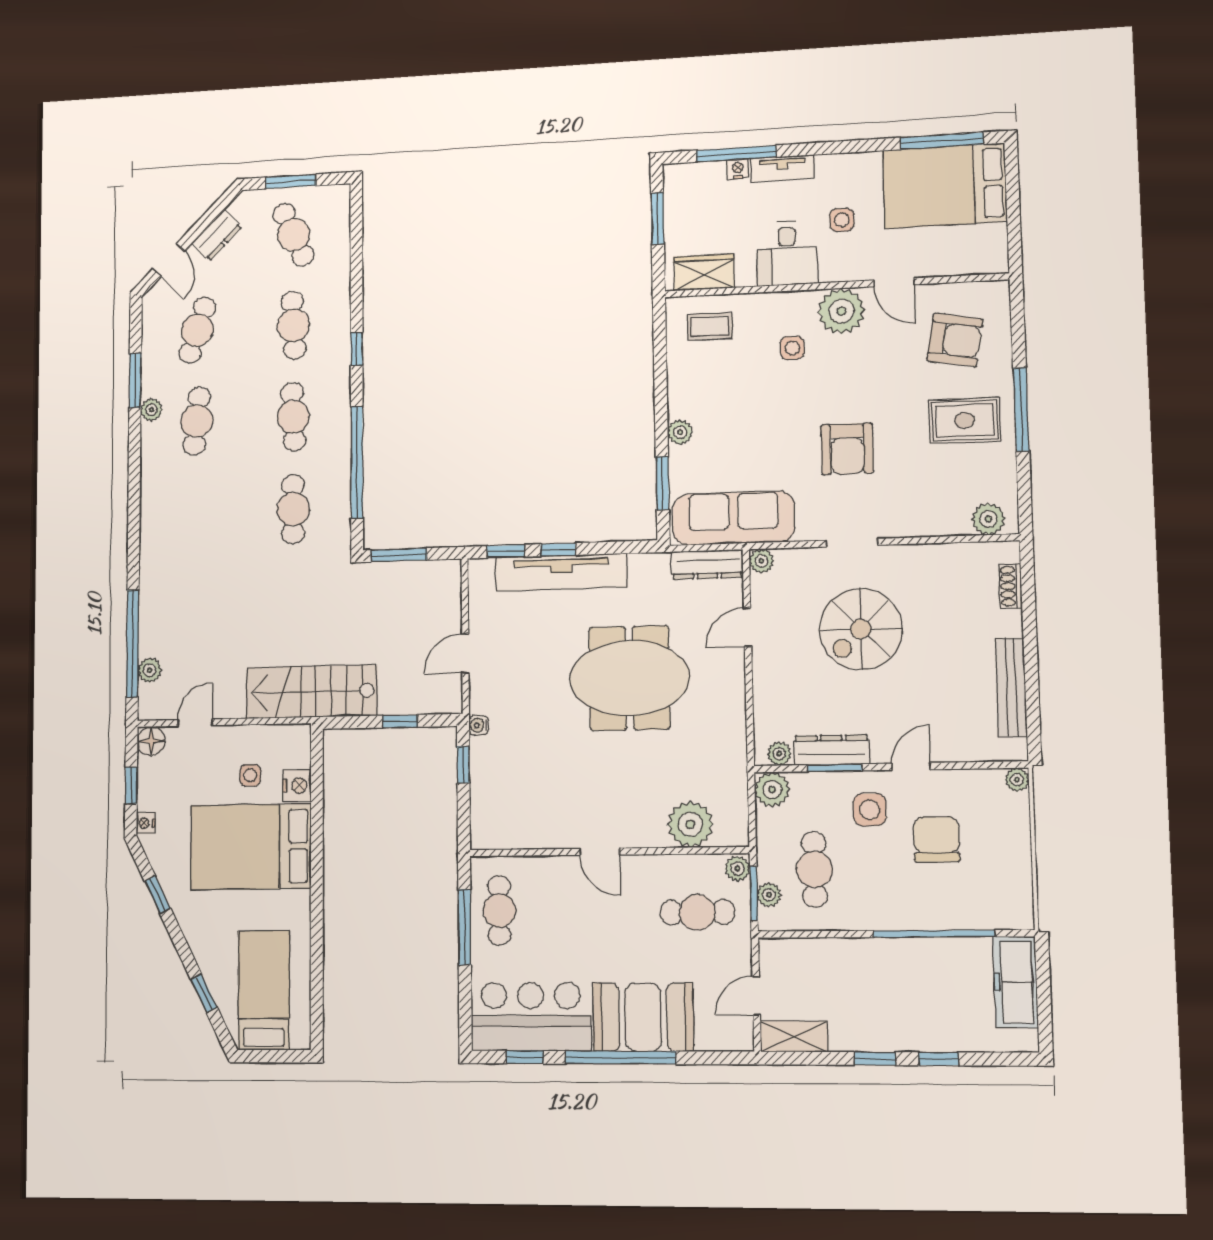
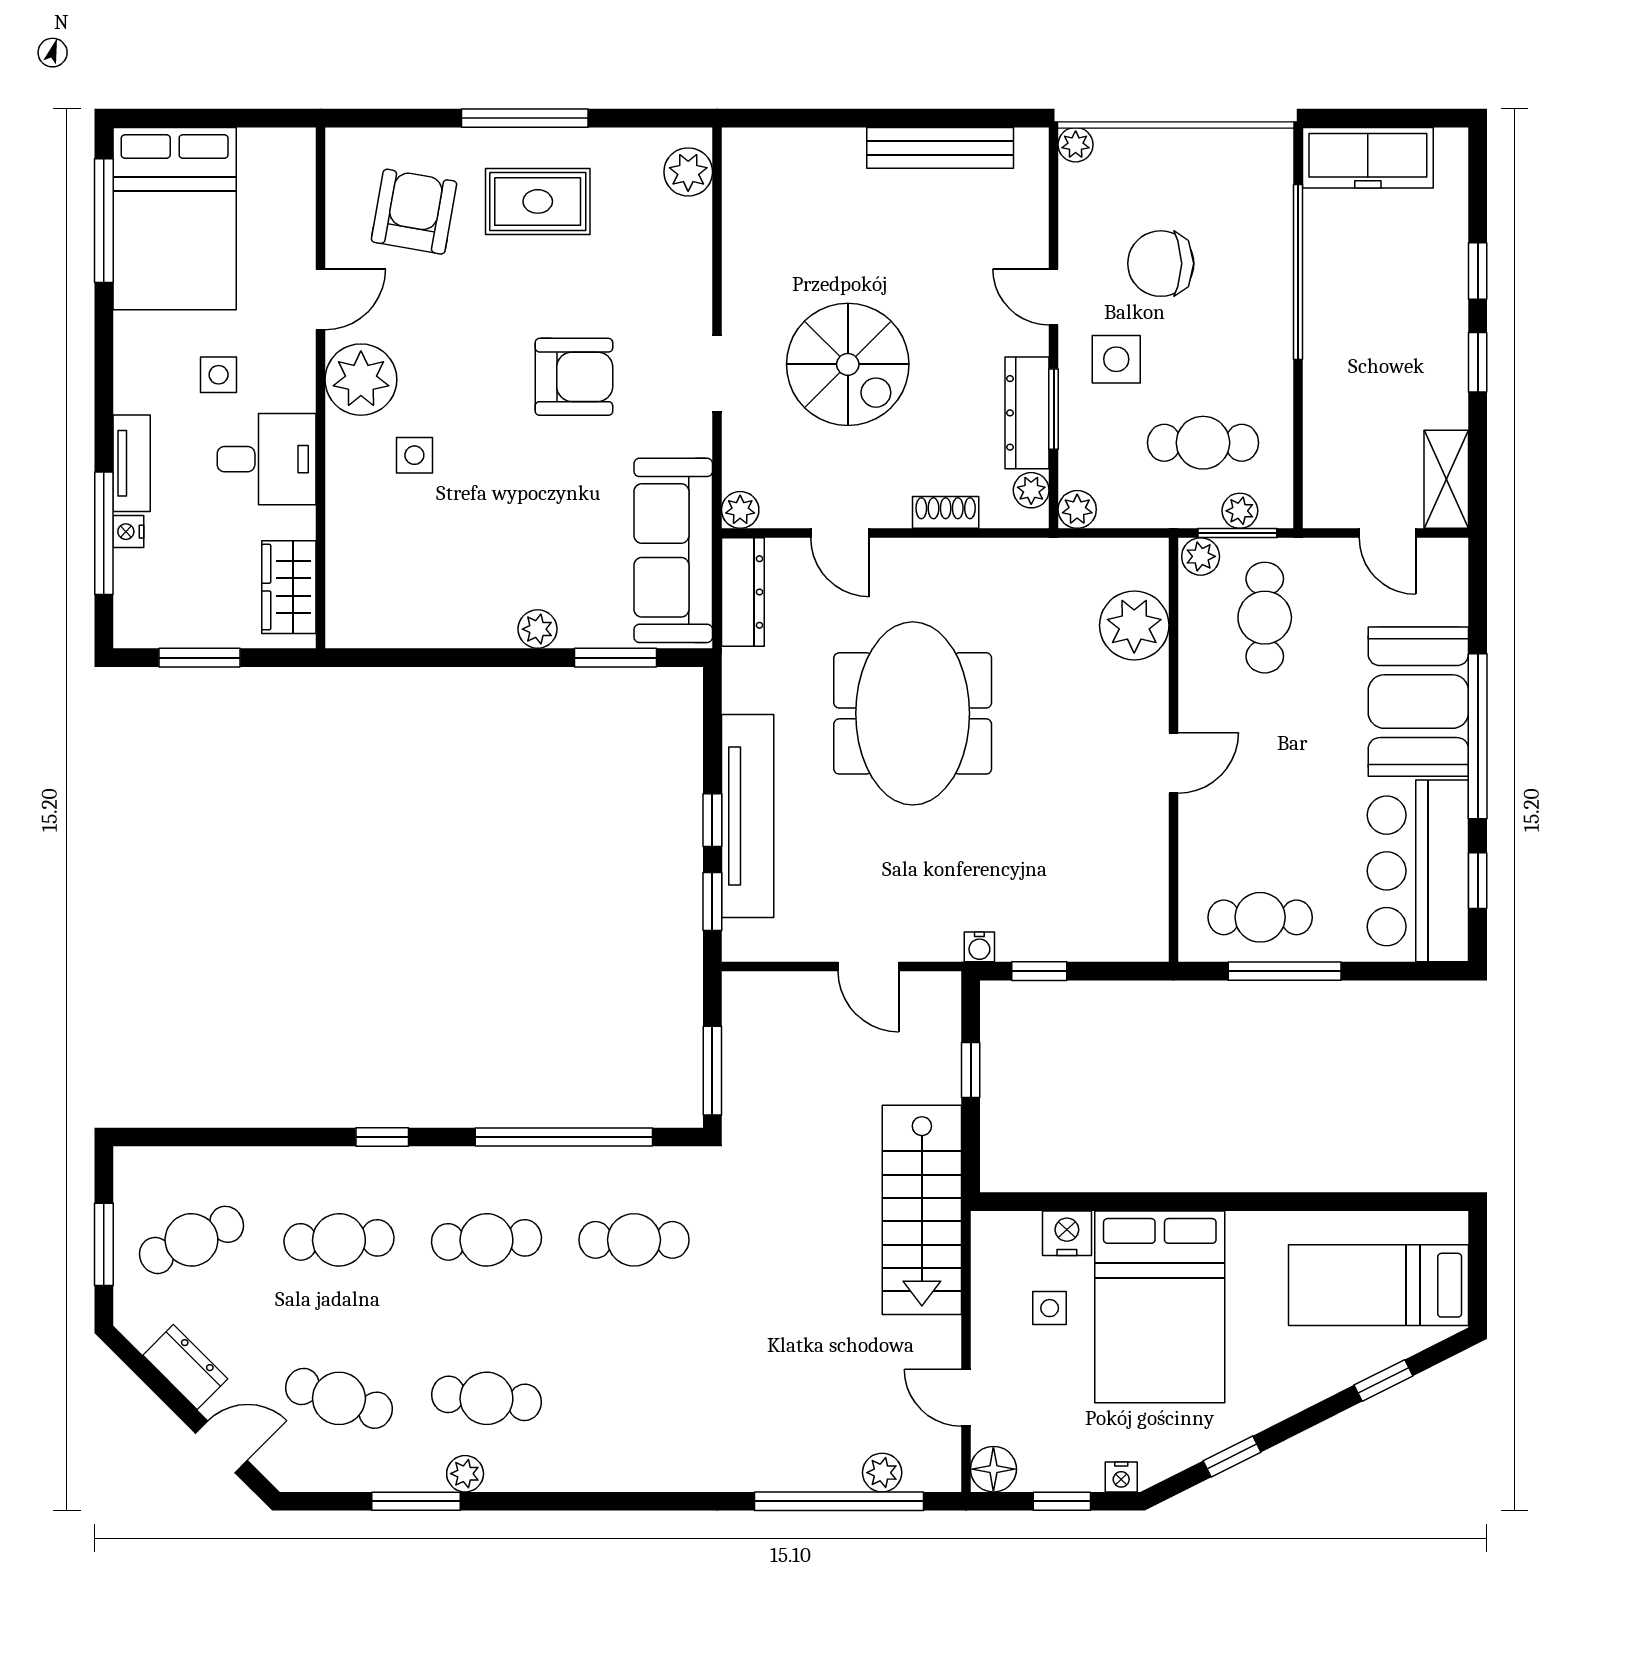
coffee table: (710, 326) -> (374, 580), removed
rug: (965, 420) -> (538, 201), turned 90
shoe rack: (1011, 586) -> (946, 512), moved, turned 180
plant: (772, 790) -> (1077, 509), width x0.73, depth x0.73

